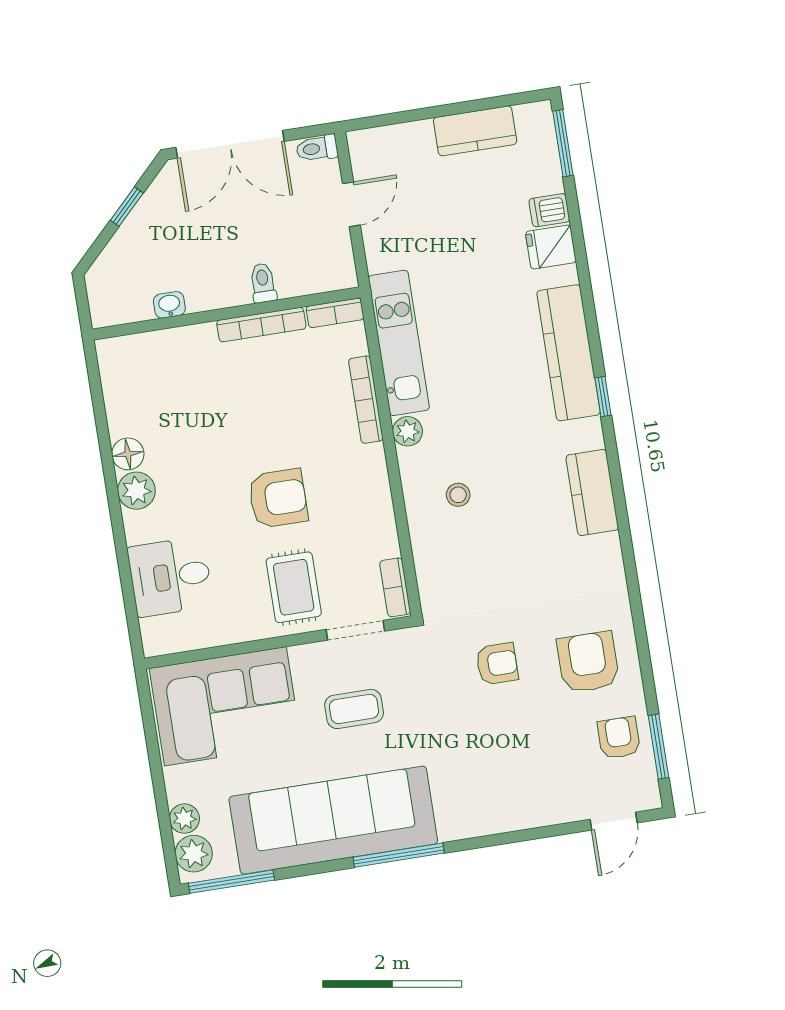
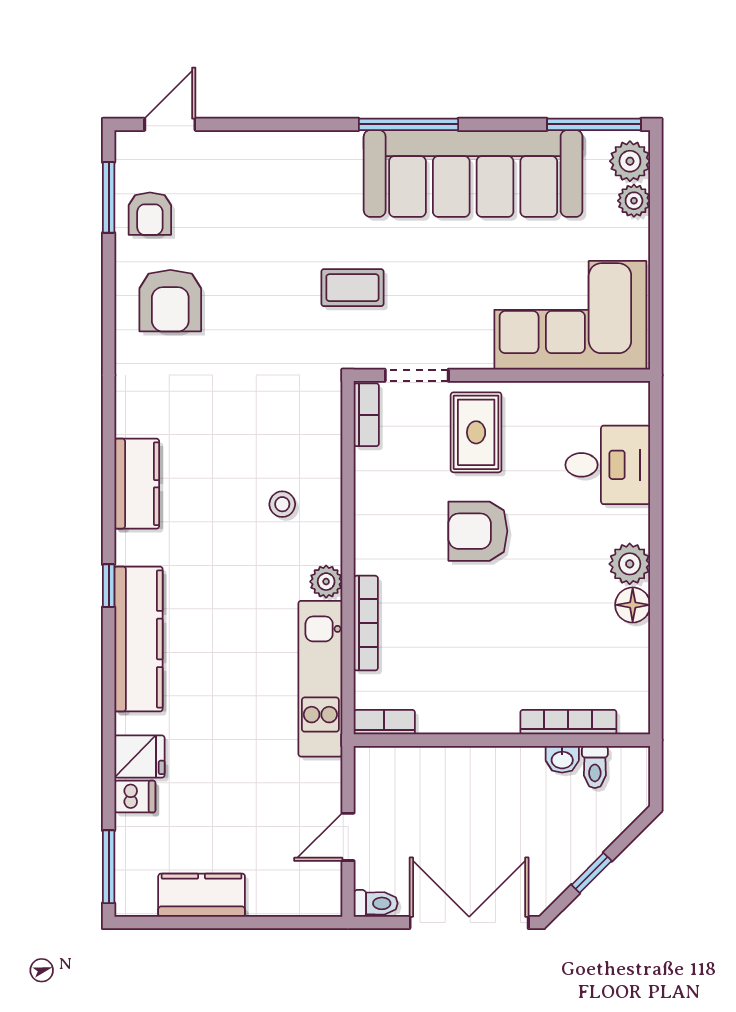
toilet: (263, 283) -> (595, 767), moved
bookcase: (261, 325) -> (568, 722), moved
armchair: (497, 664) -> (269, 315), removed
coffee table: (354, 709) -> (352, 288), moved

